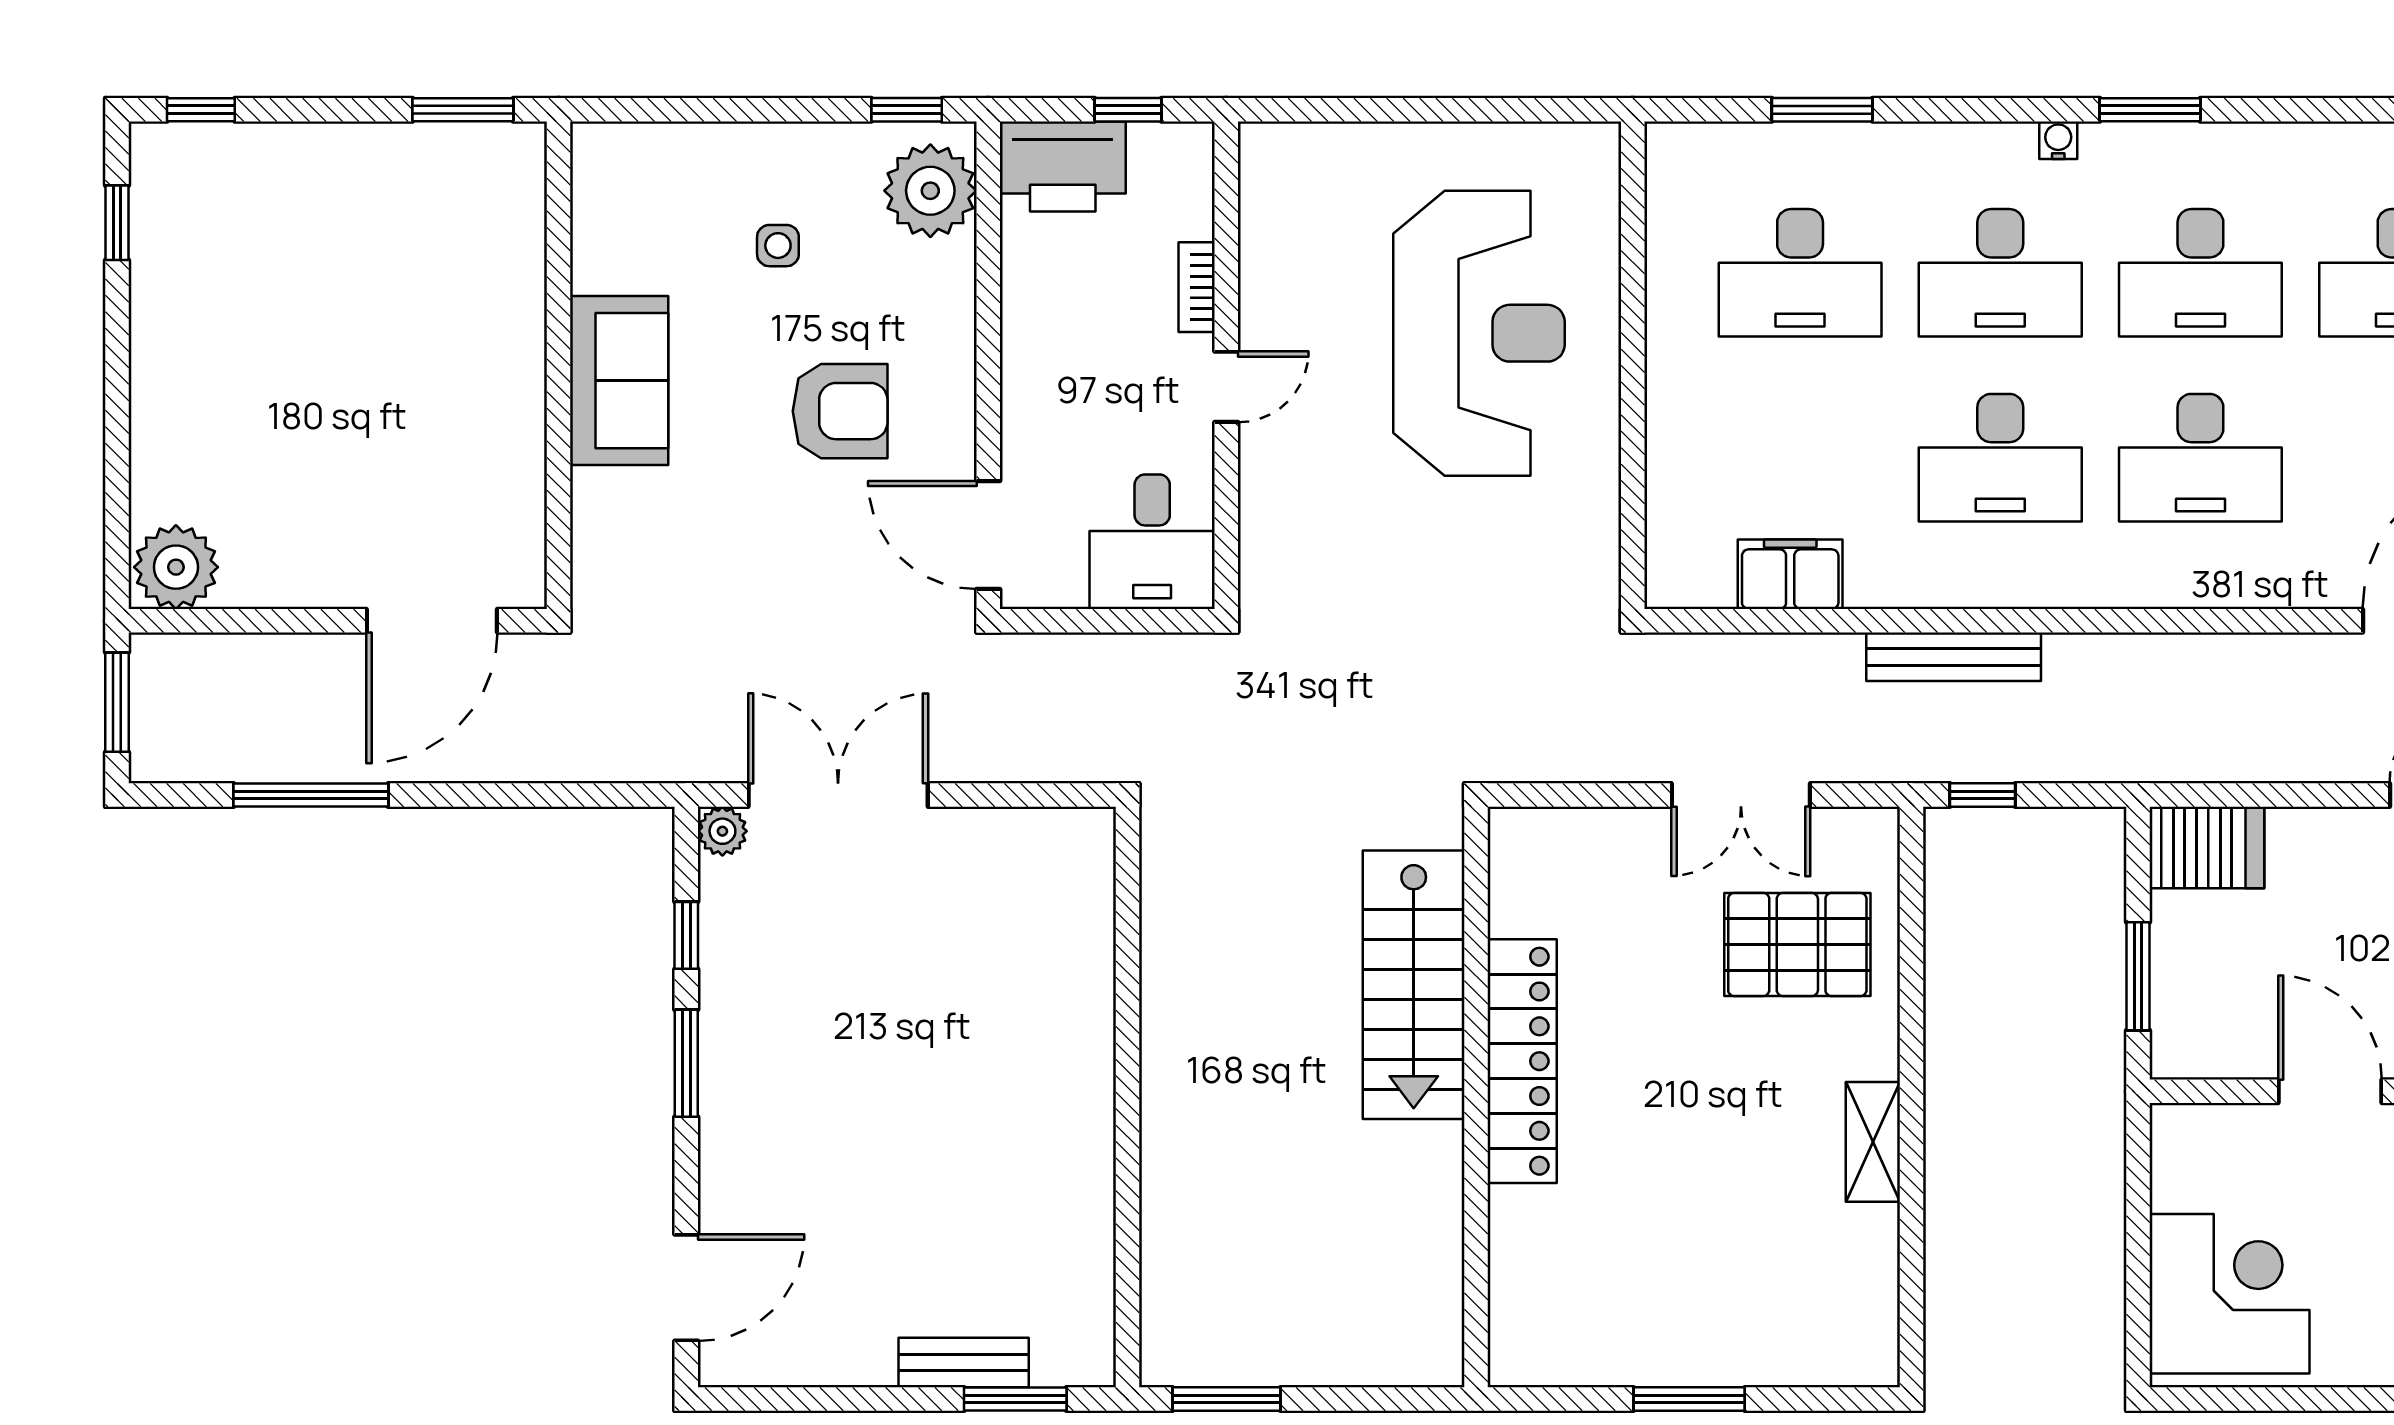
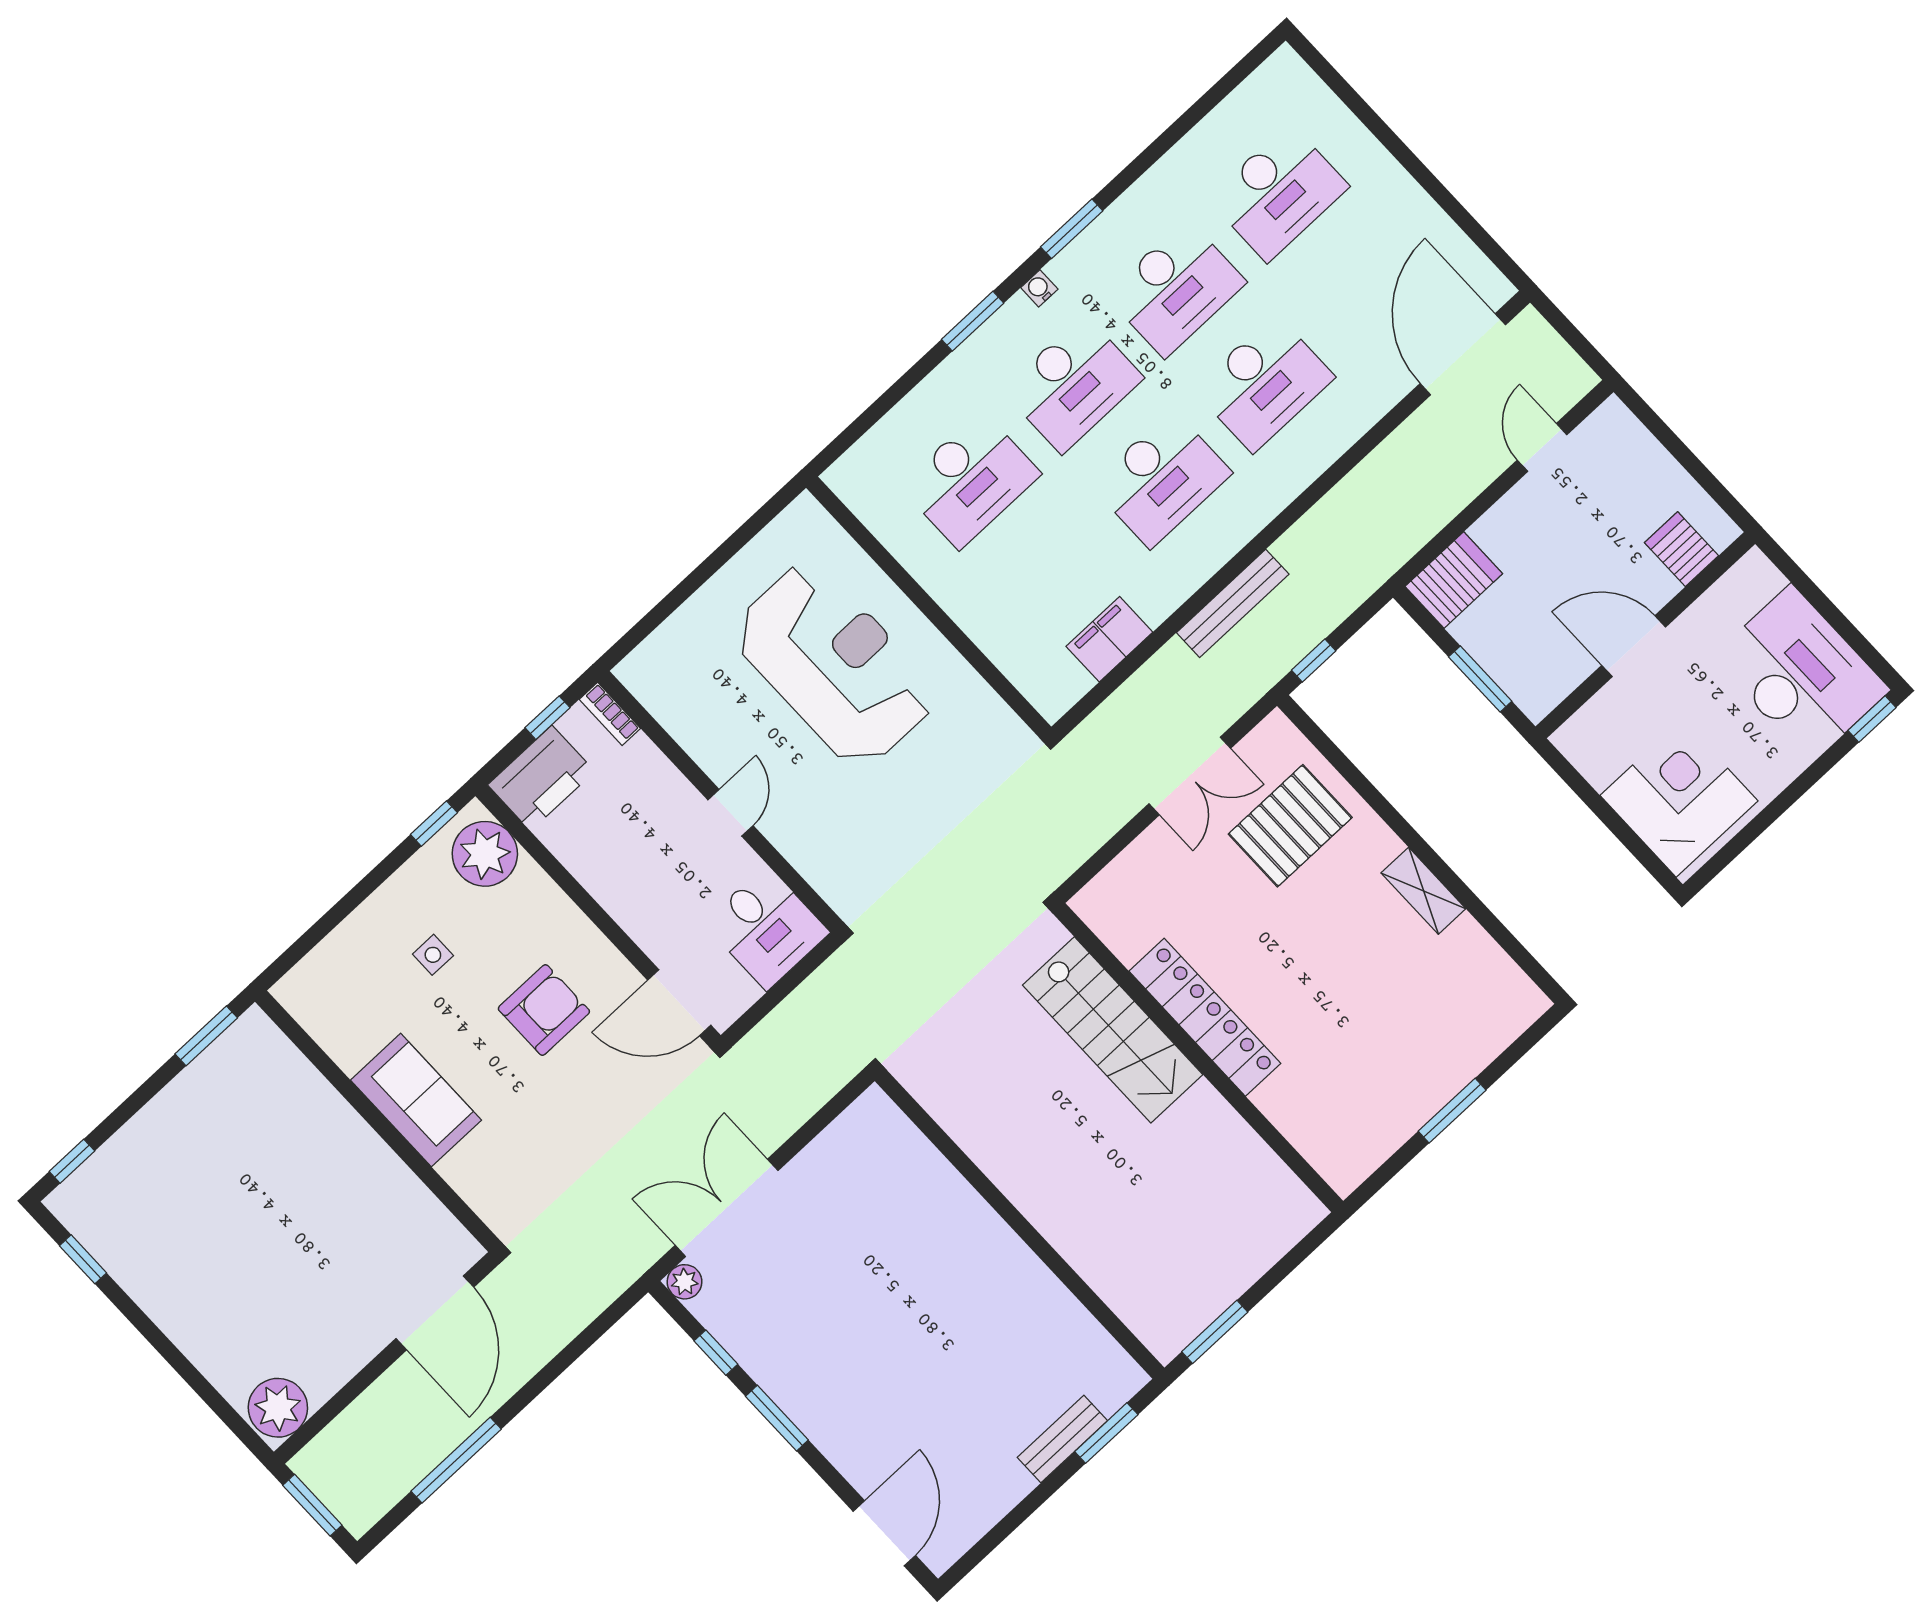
window: (1822, 110) -> (973, 321), moved
bookcase: (1197, 287) -> (610, 714), moved

